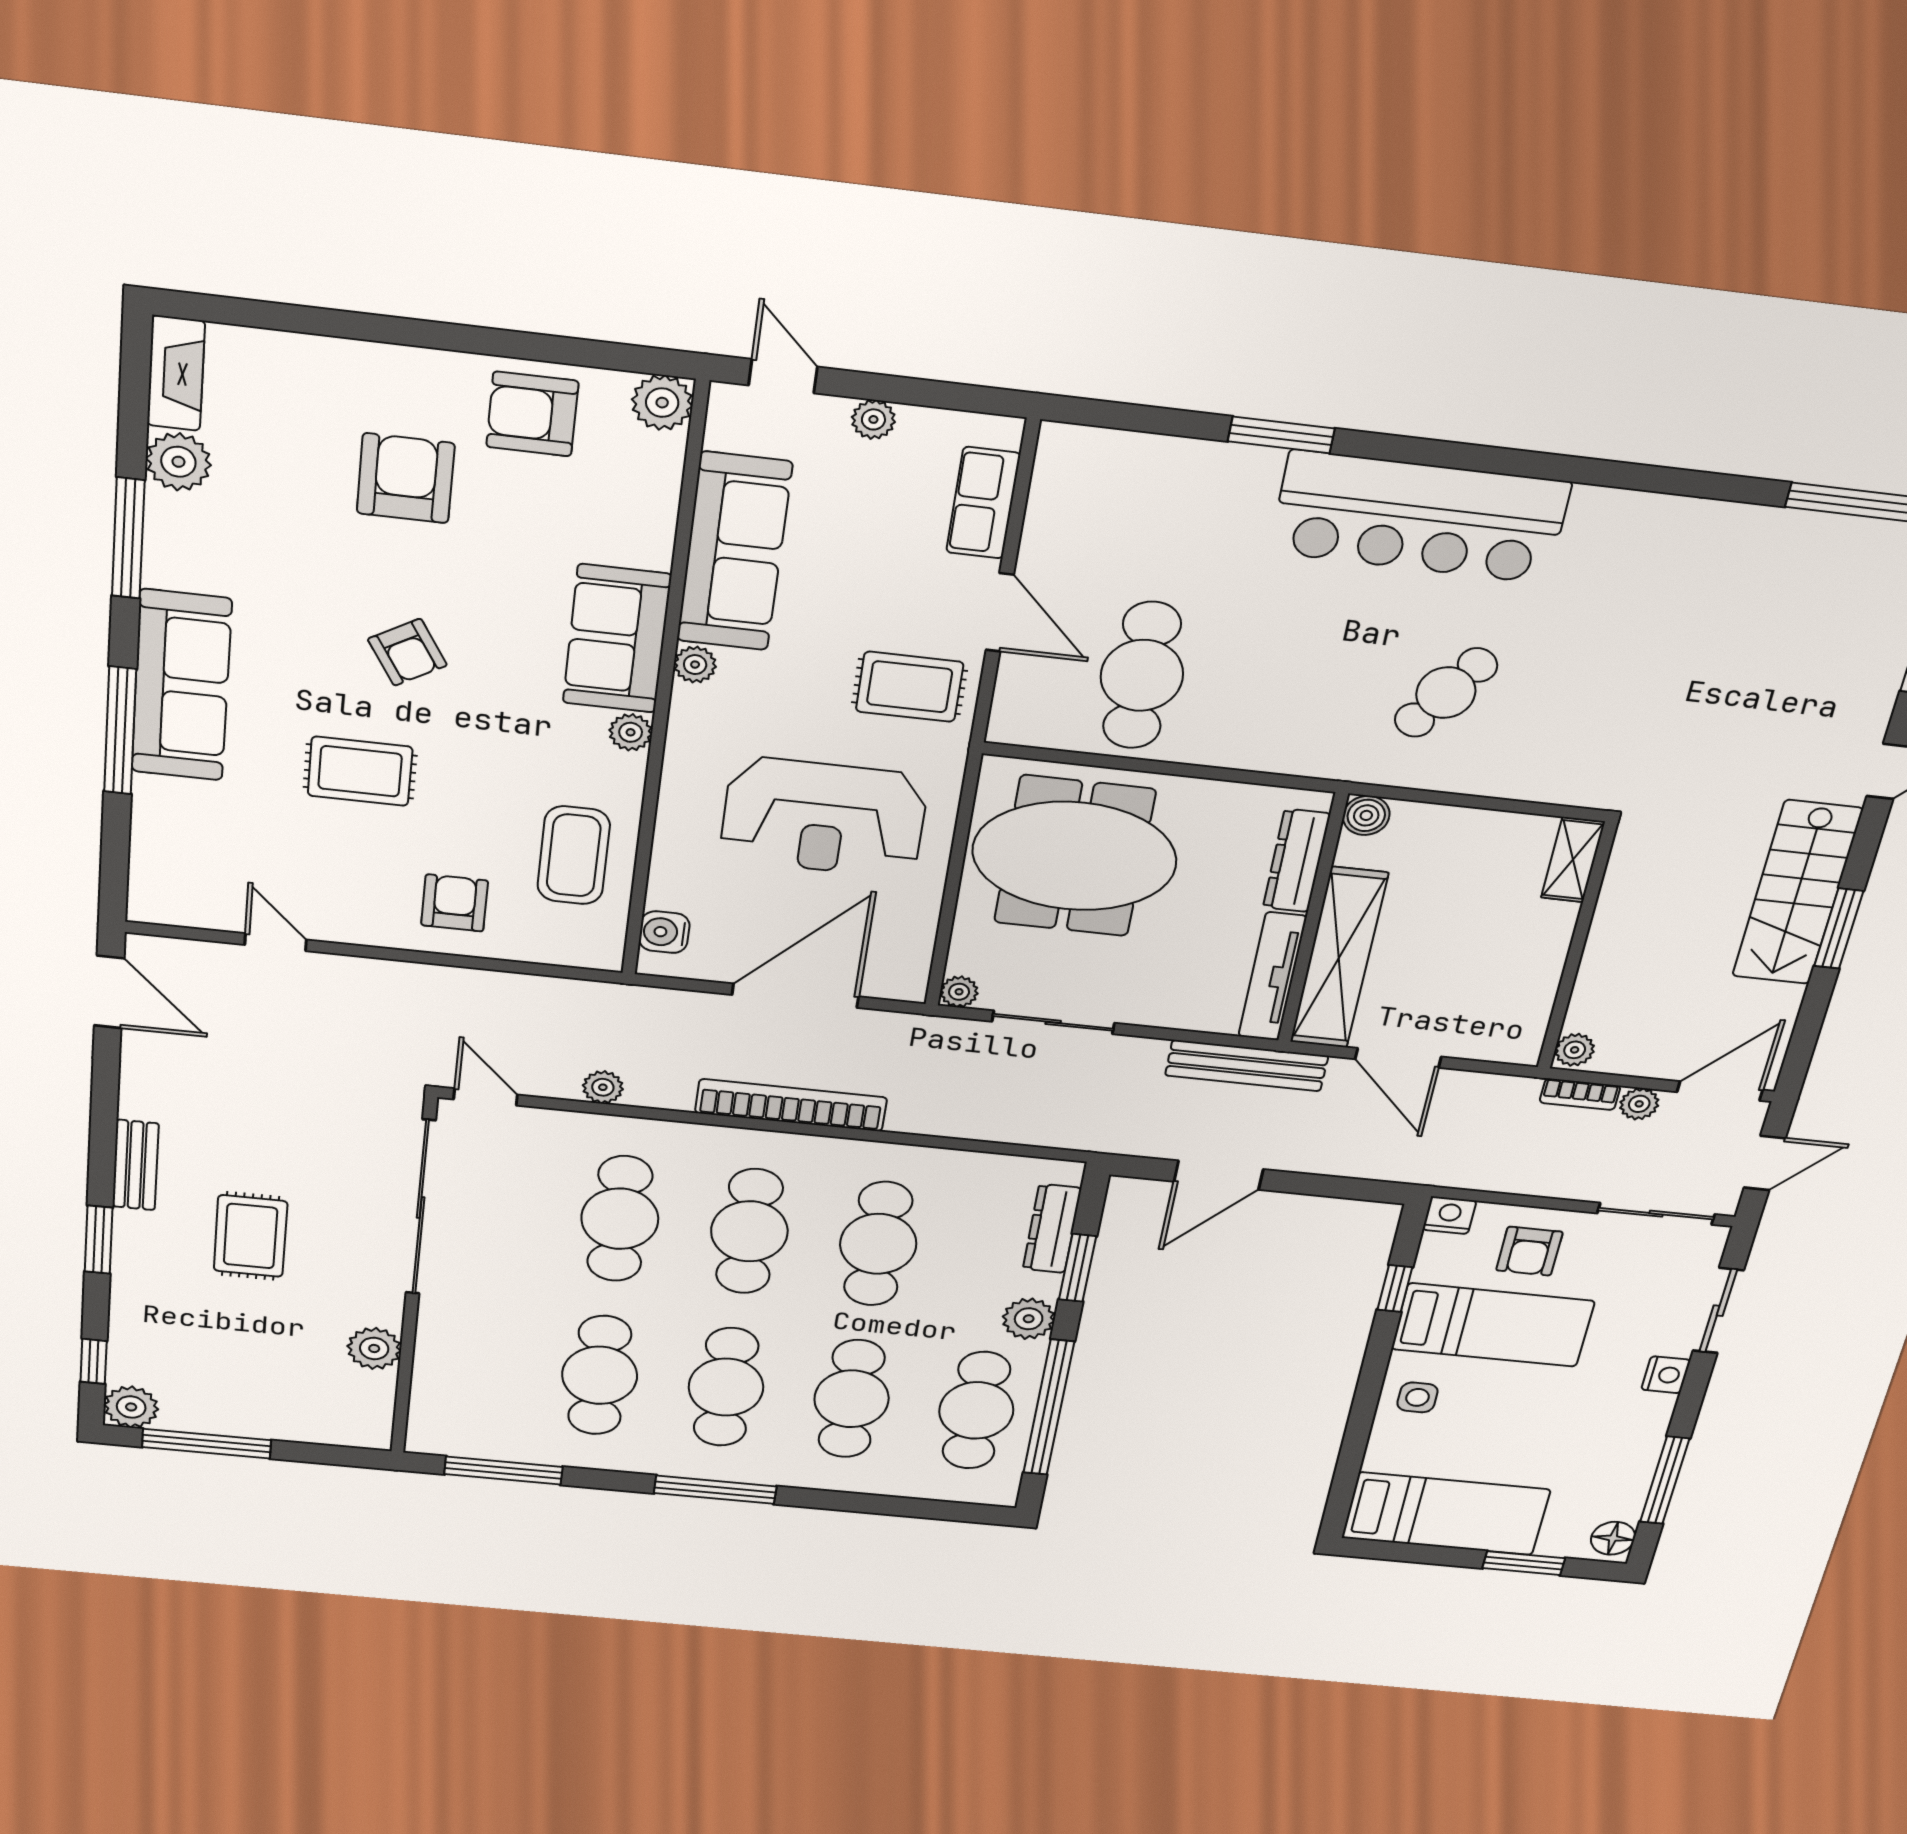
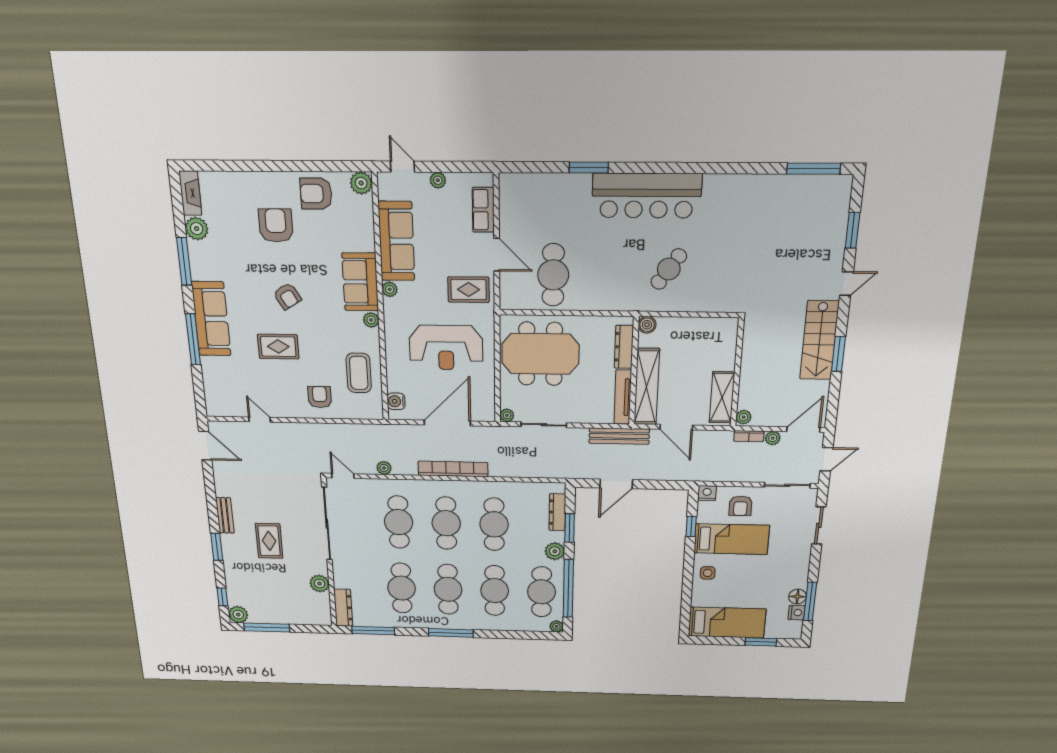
shelving: (1573, 860) -> (722, 397), moved, width x1.50, depth x1.33
nightstand: (1666, 1375) -> (797, 613), moved
dresser: (430, 1410) -> (343, 608), added
plant: (1001, 1493) -> (556, 626), added
floor lamp: (1613, 1538) -> (797, 597), moved

